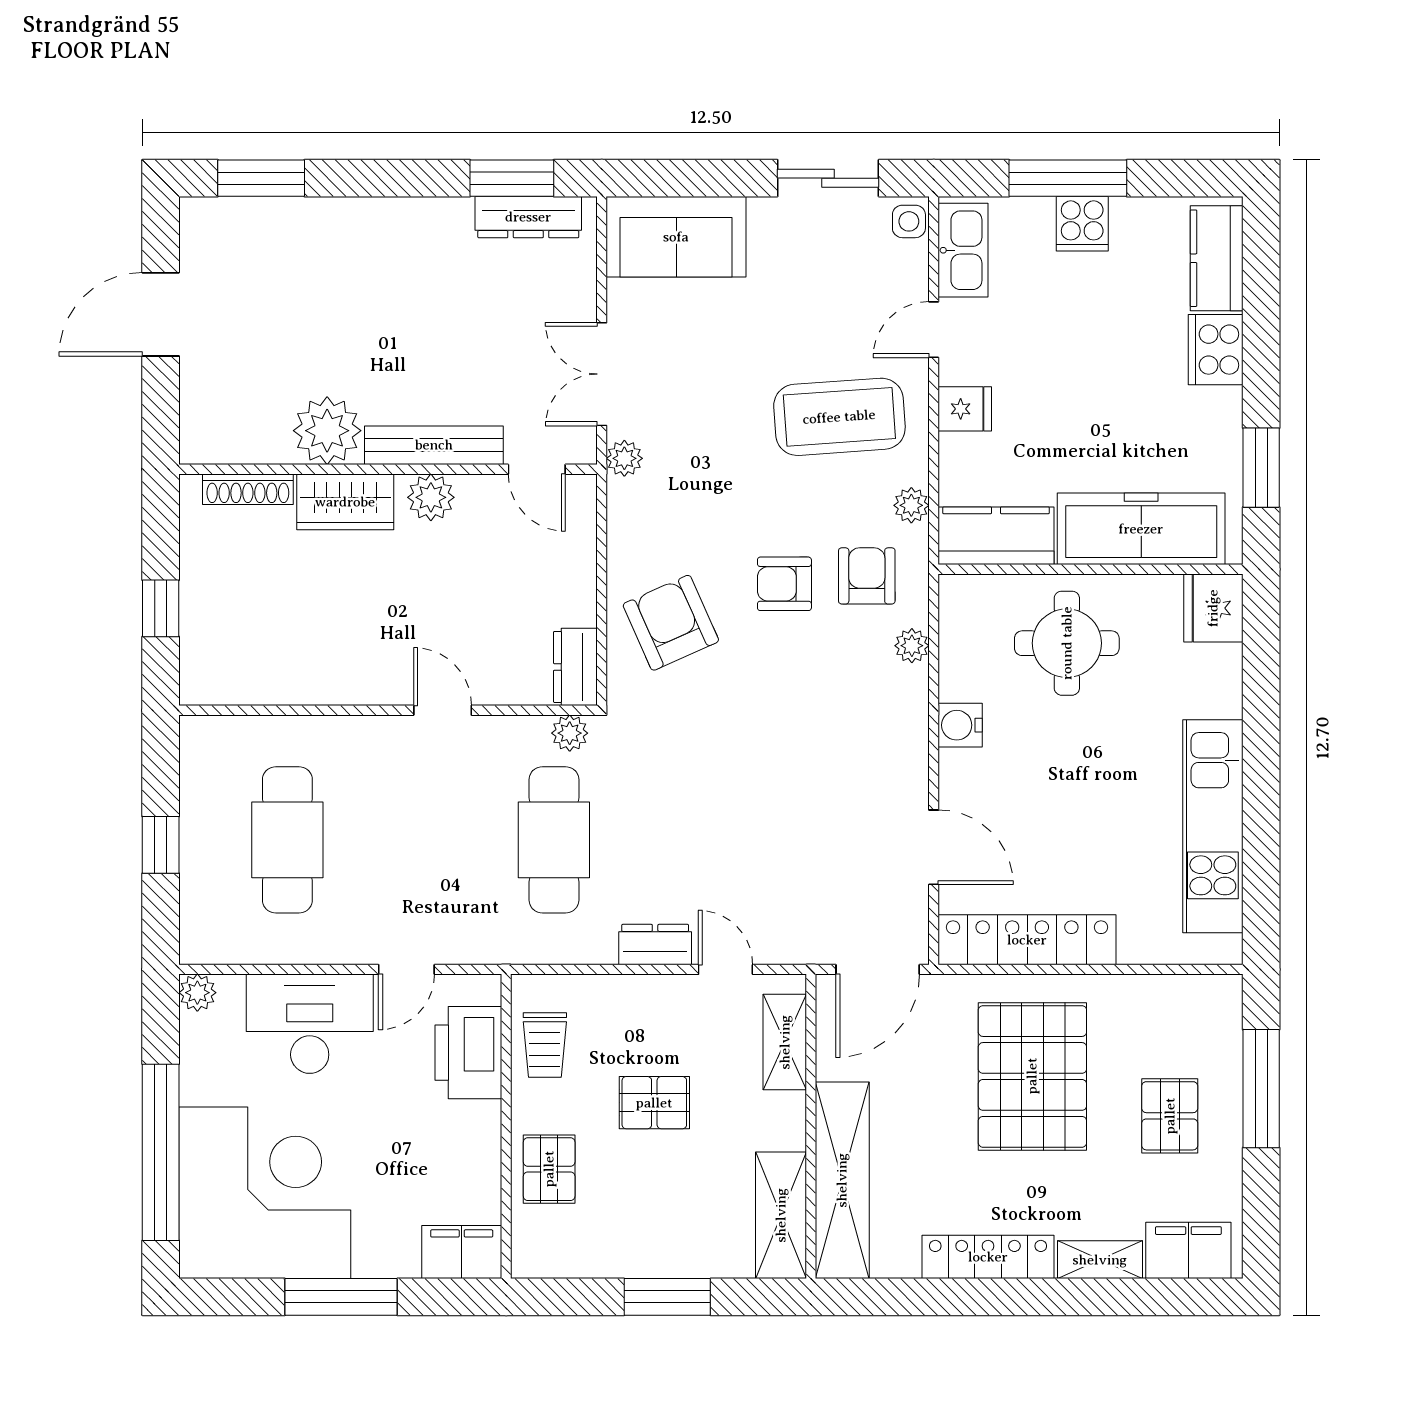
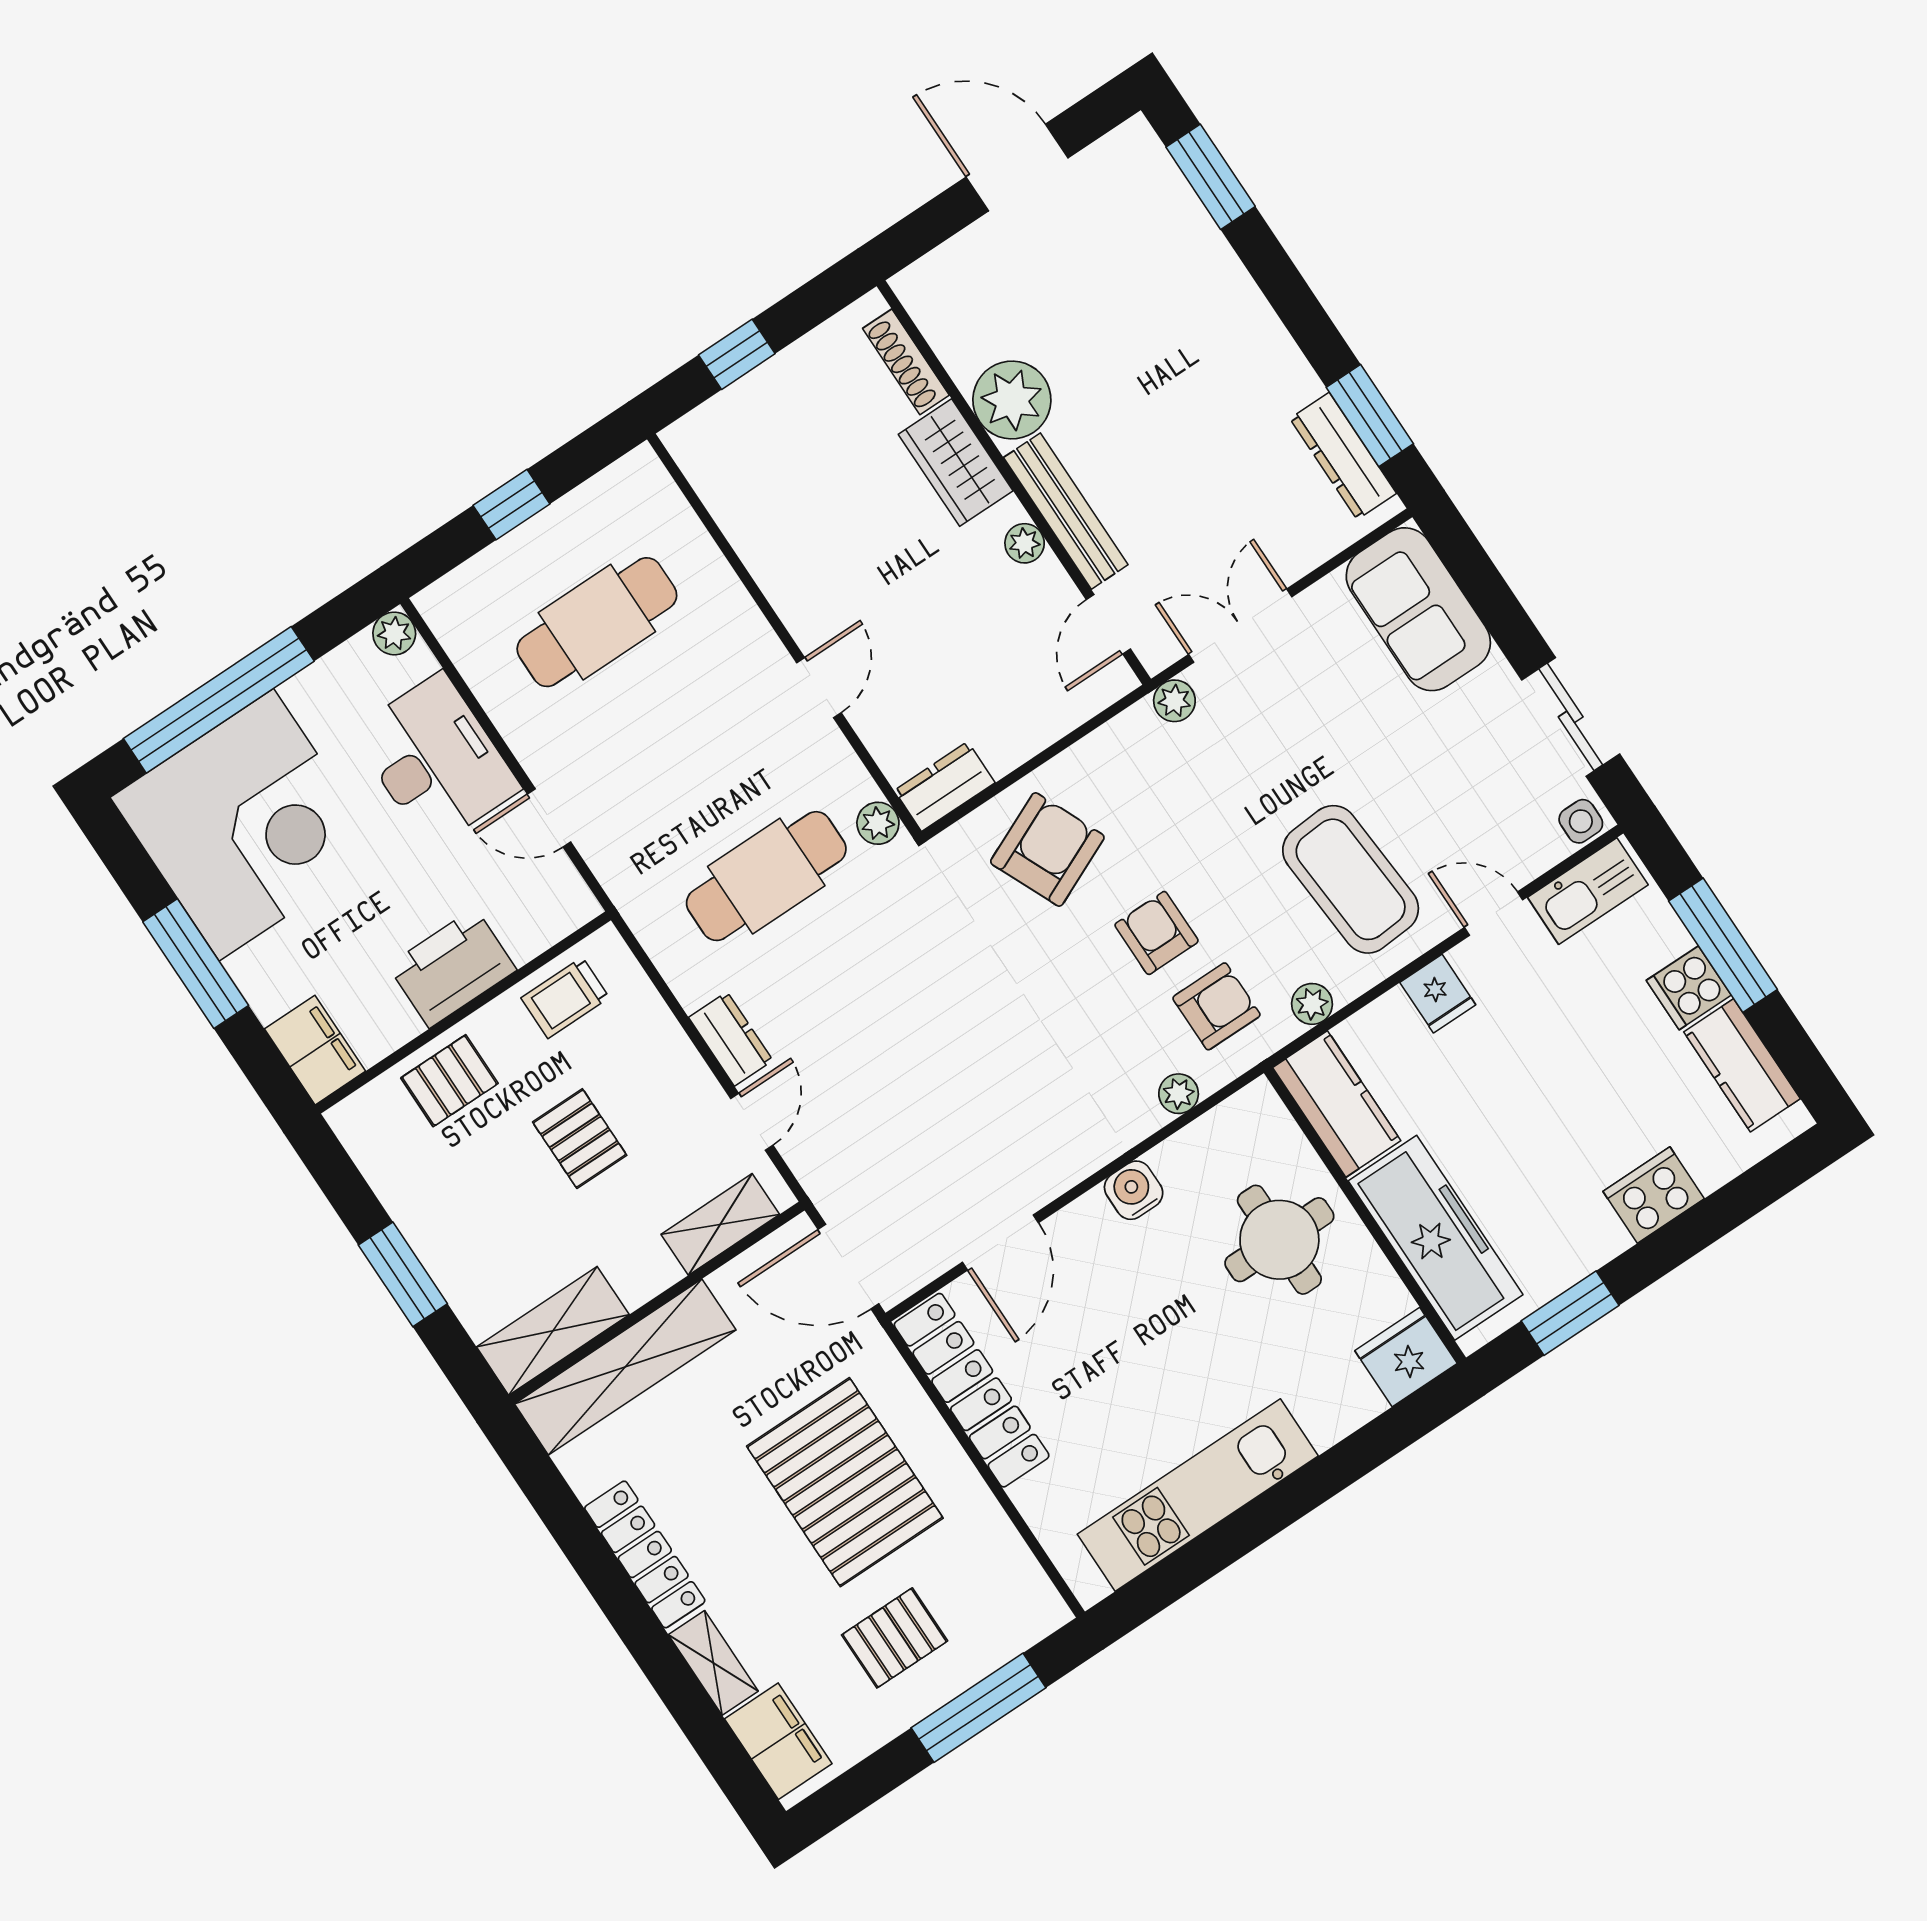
kitchen counter: (1217, 258) -> (1742, 1065), moved, turned -90
plant: (431, 497) -> (1025, 543), width x0.73, depth x0.73
printer: (468, 1053) -> (452, 968), moved
pallet: (1032, 1076) -> (845, 1482), turned 90

